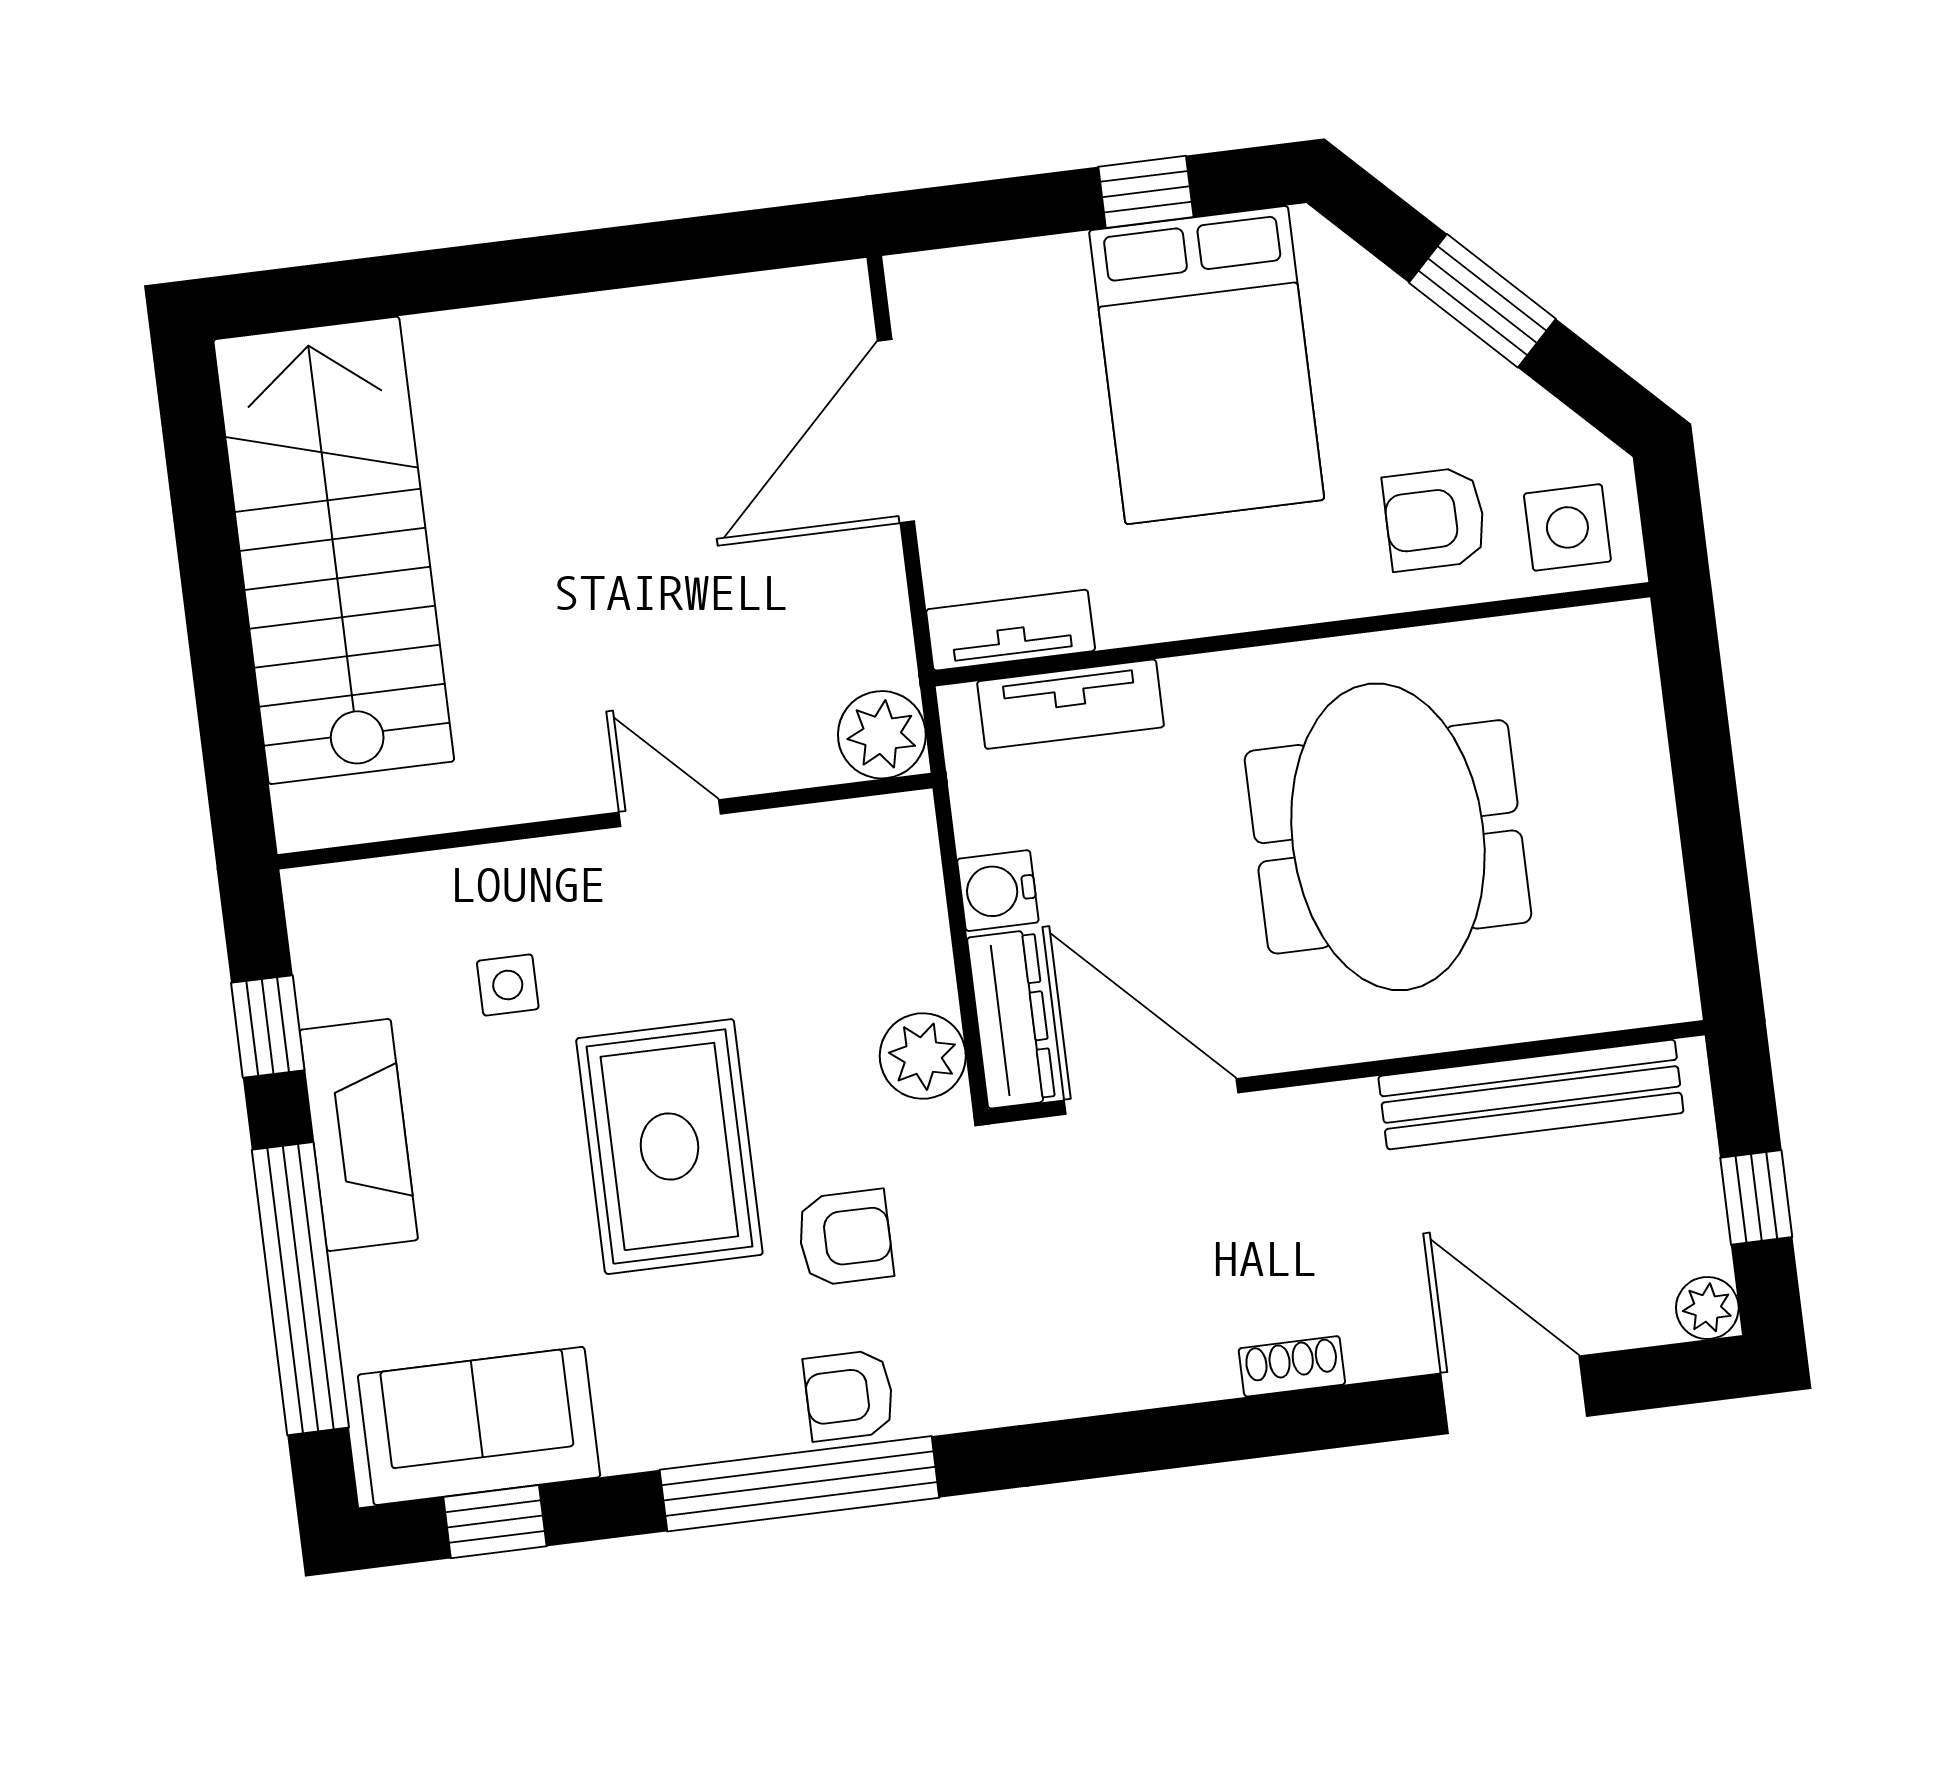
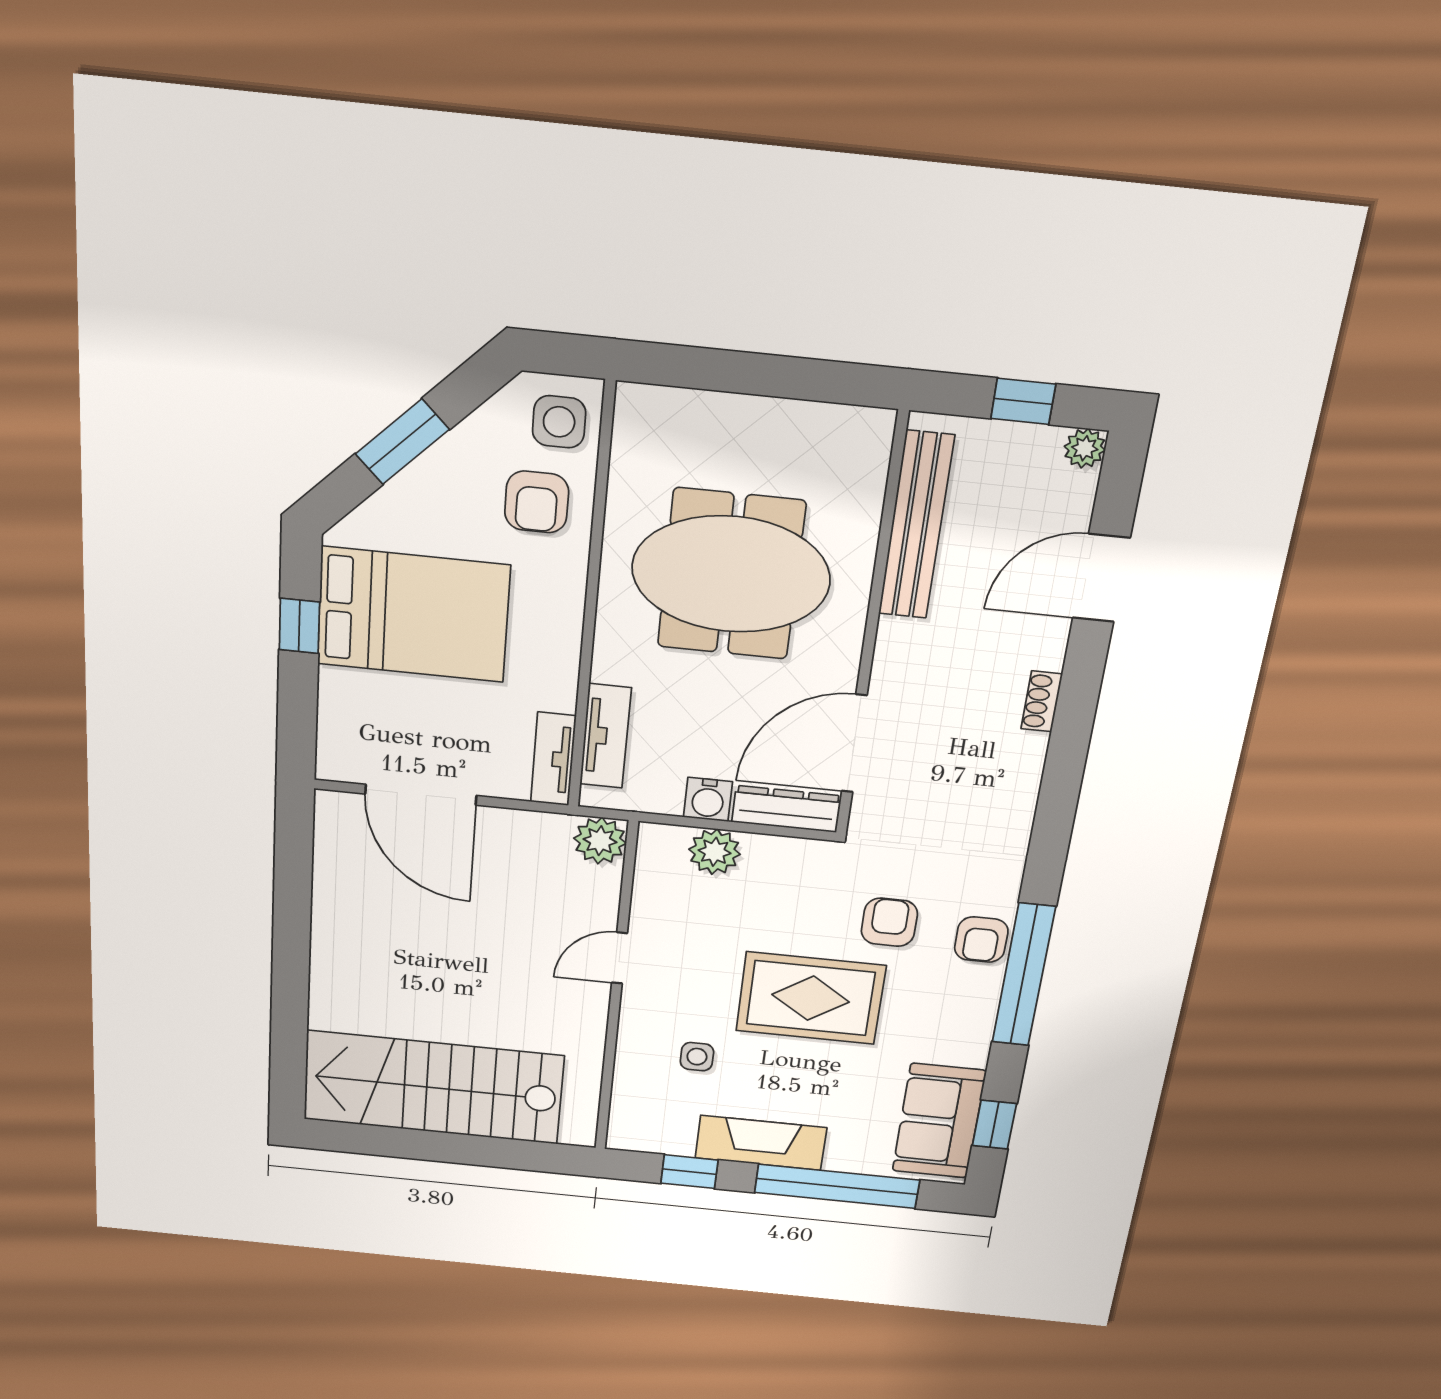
plant: (923, 1056) -> (715, 852), moved

